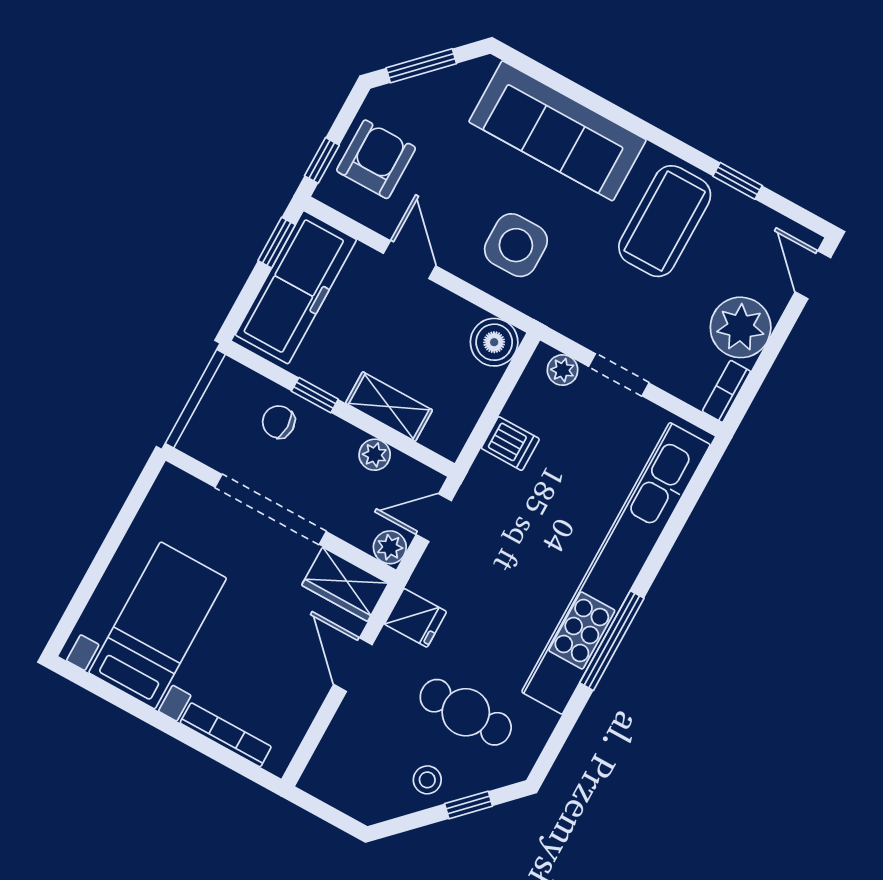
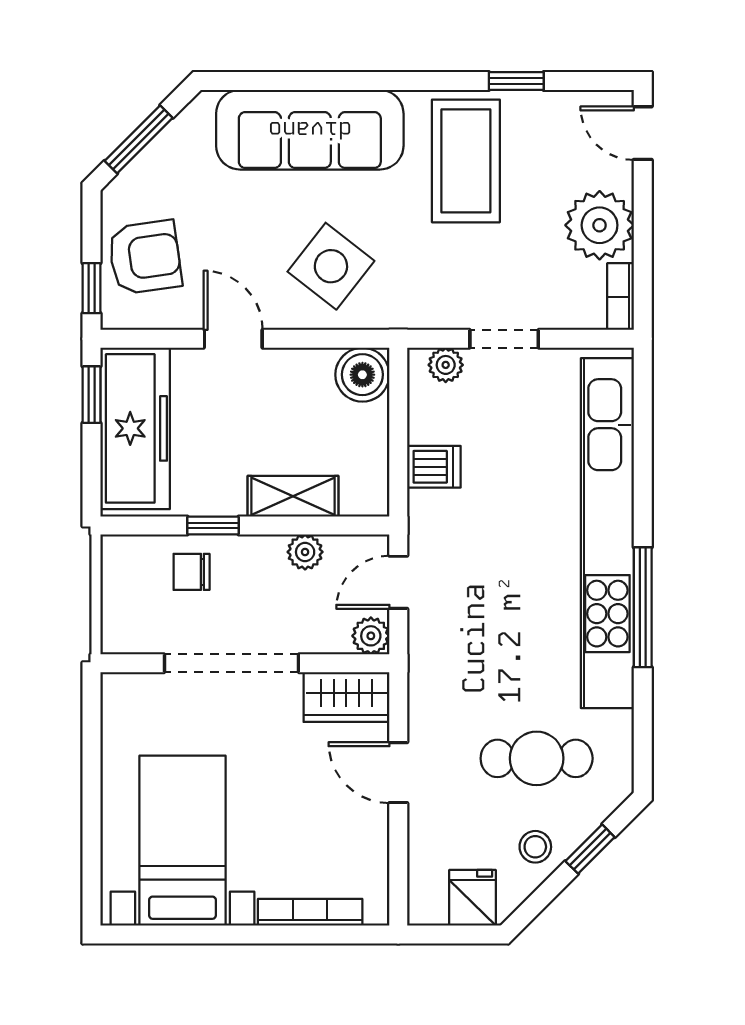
armchair: (376, 159) -> (145, 257), turned 82
side table: (516, 245) -> (331, 266), turned 38
fridge: (416, 618) -> (472, 898), moved, turned -90

